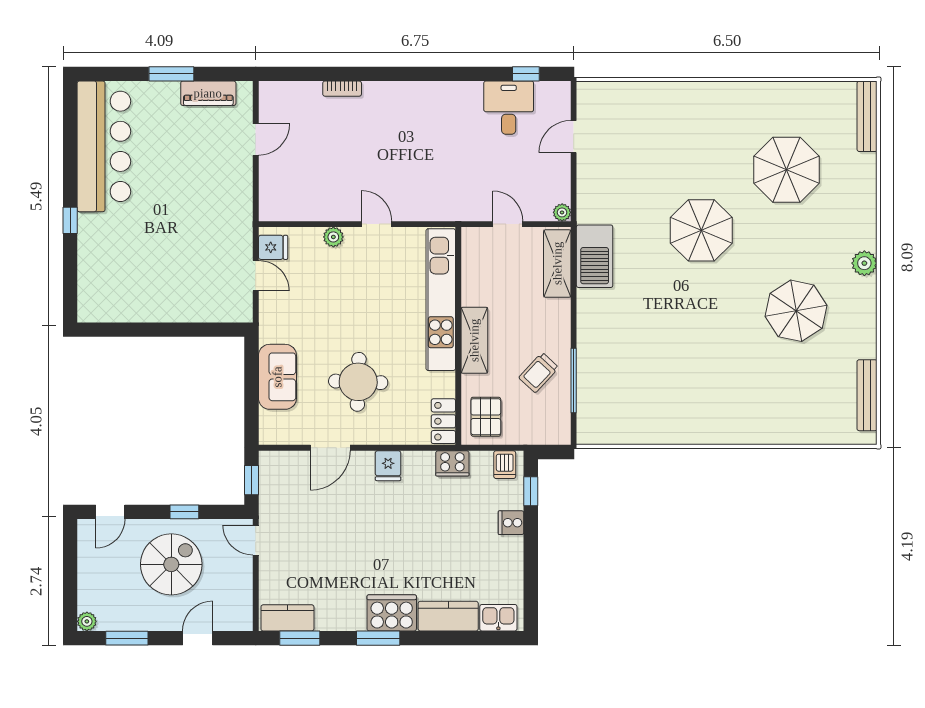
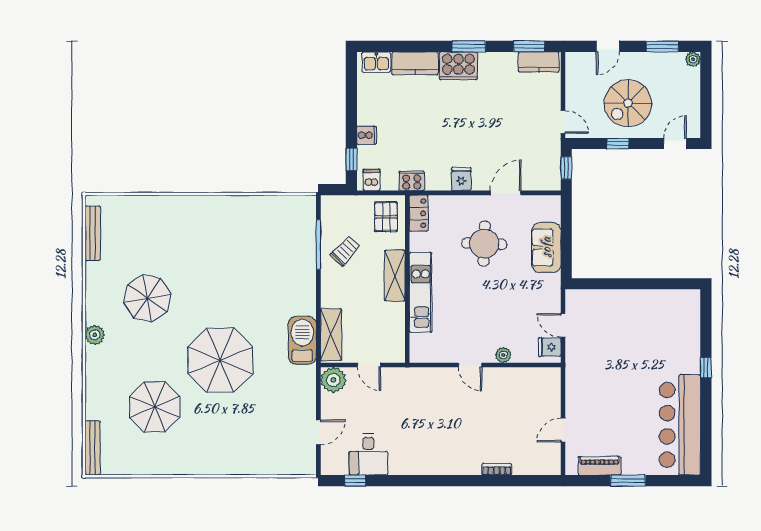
plant: (562, 212) -> (333, 380), width x1.87, depth x1.87
parasol: (701, 230) -> (220, 360), width x1.36, depth x1.36
kitchen unit: (441, 300) -> (421, 292), width x0.73

